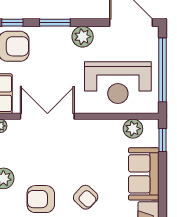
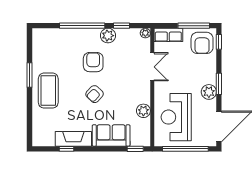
window: (55, 23) -> (219, 84), moved
double door: (47, 116) -> (152, 67), width x0.73
plant: (133, 129) -> (143, 111), moved

